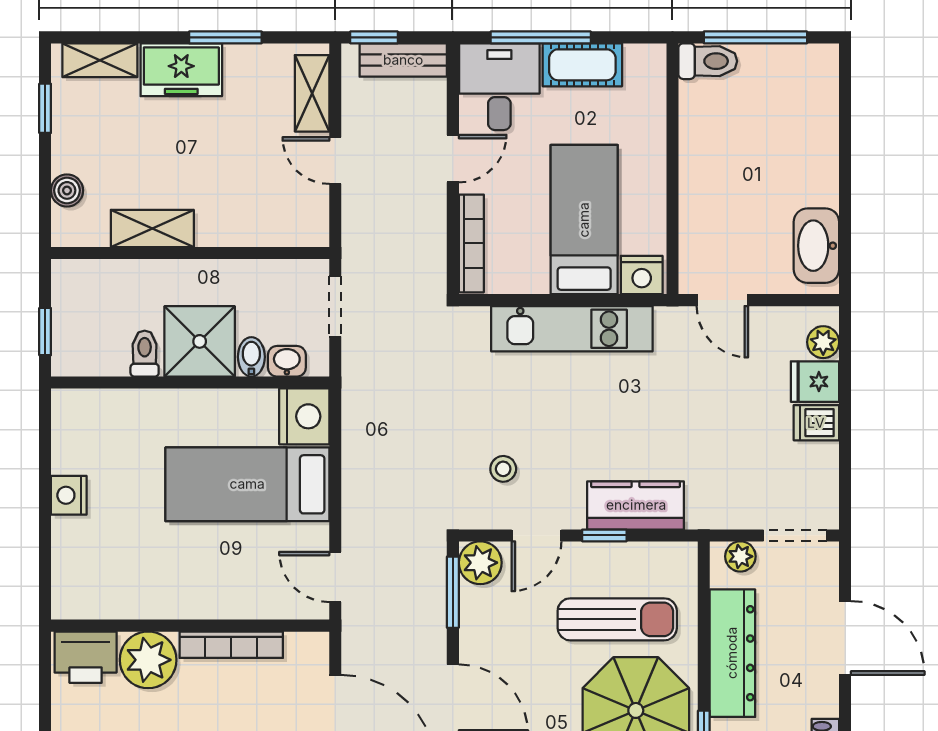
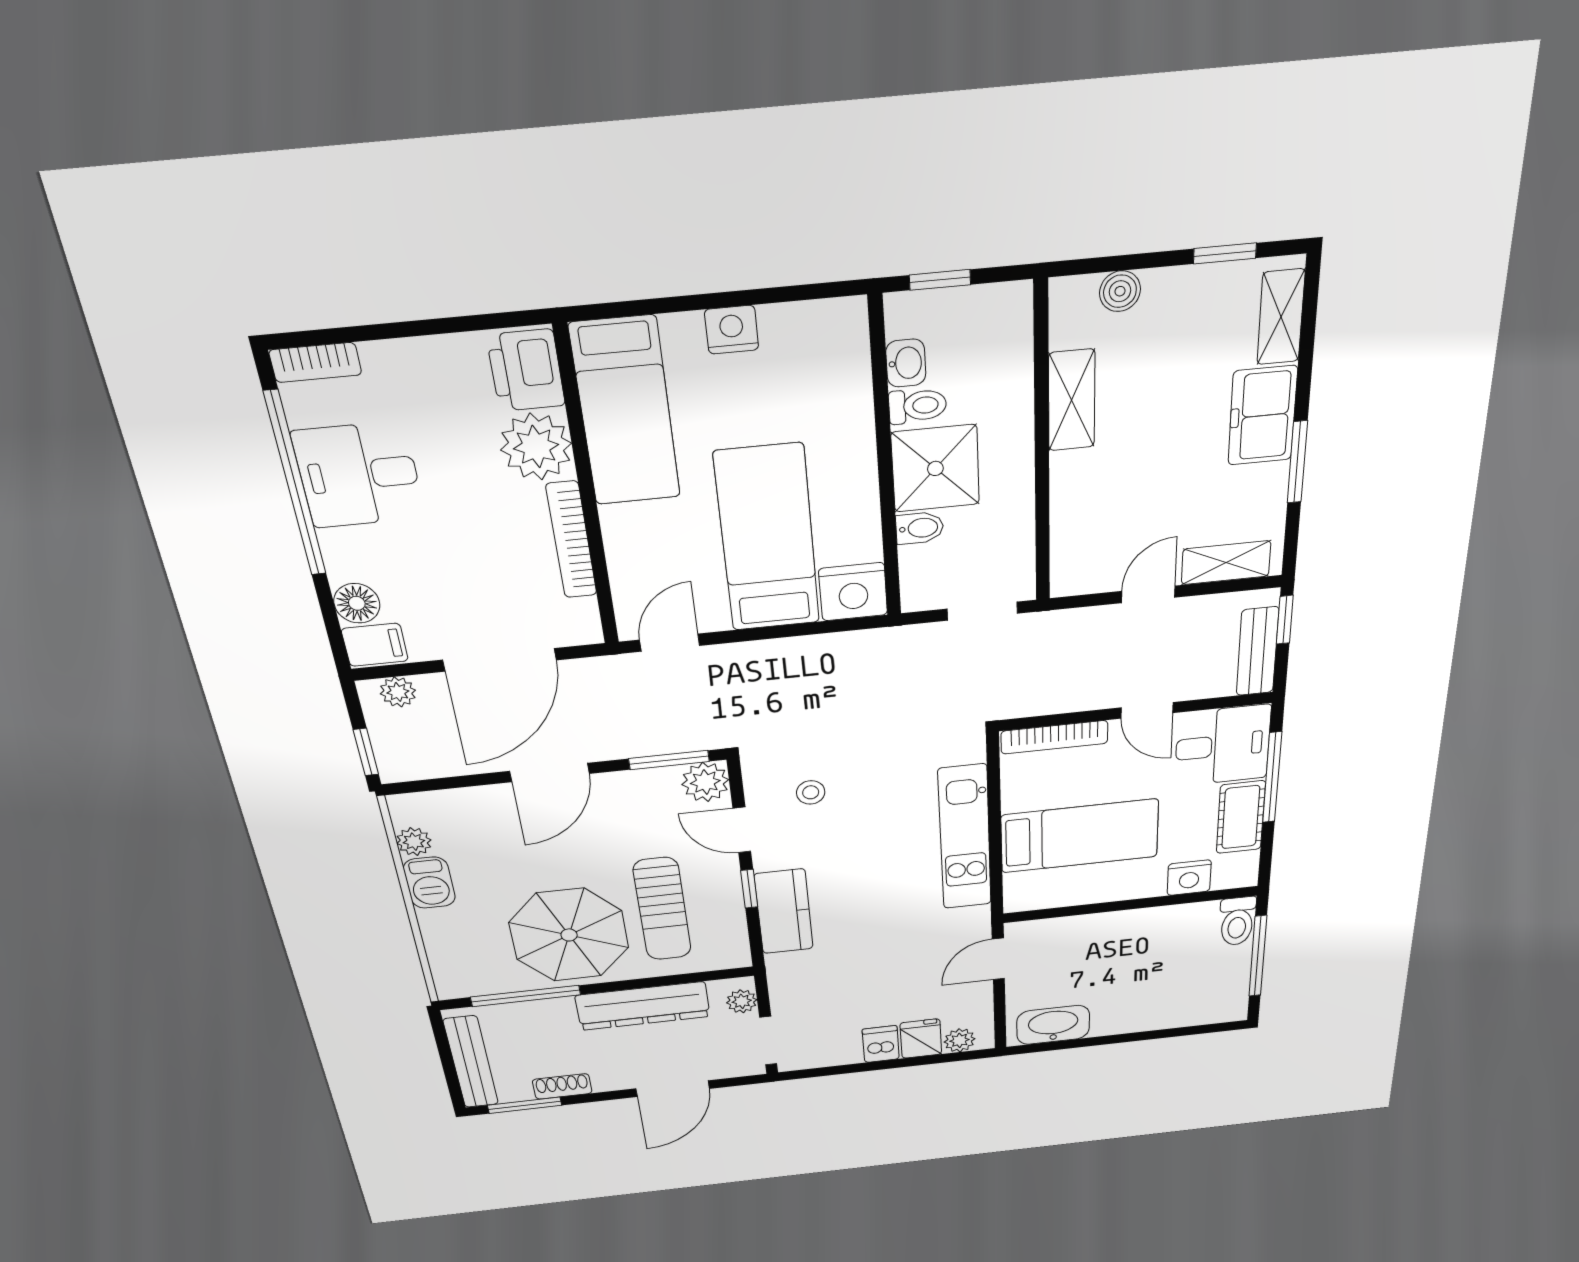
nightstand: (642, 275) -> (1189, 878), moved, turned -90
washbasin: (287, 361) -> (906, 363), moved
bed: (127, 586) -> (625, 412), added

